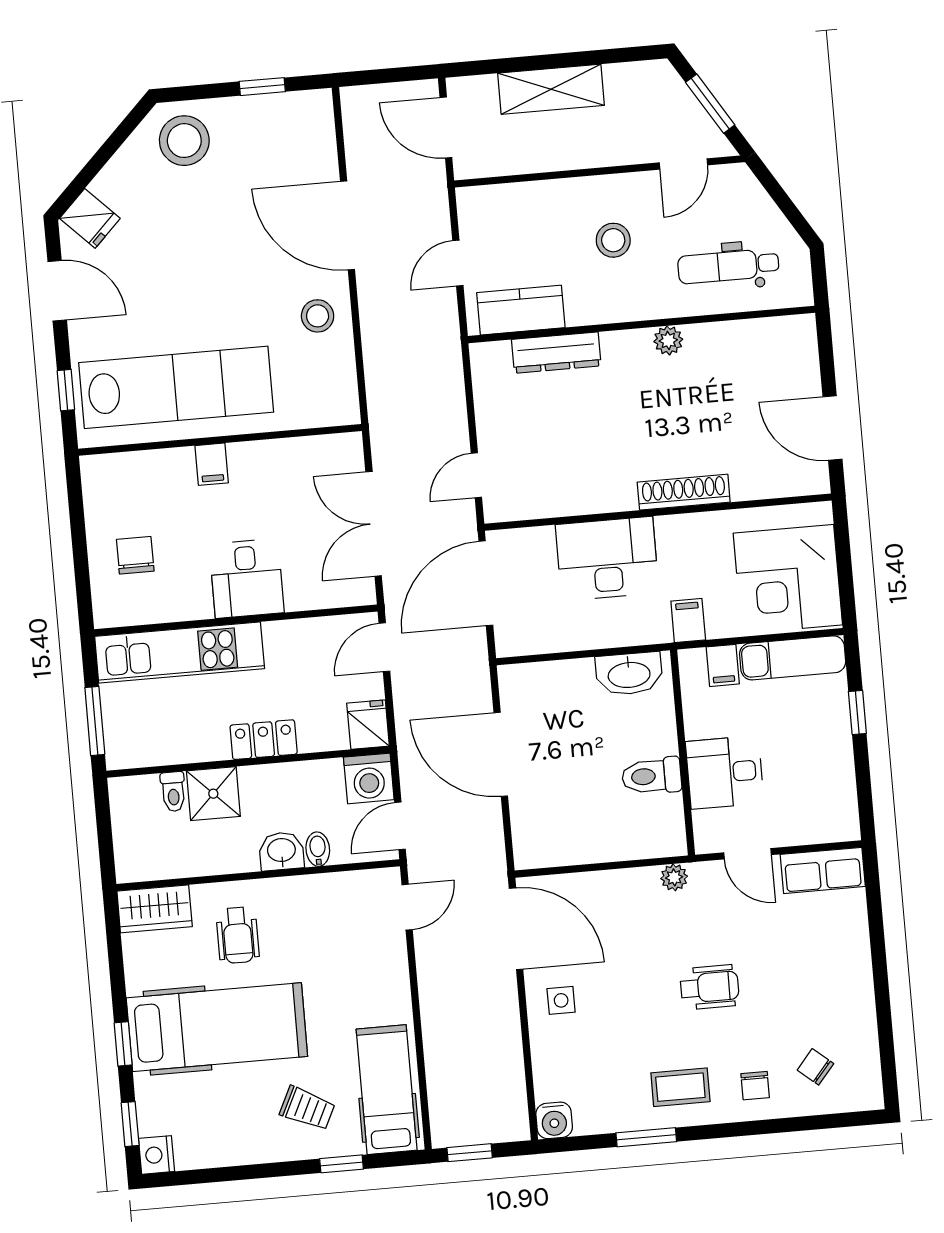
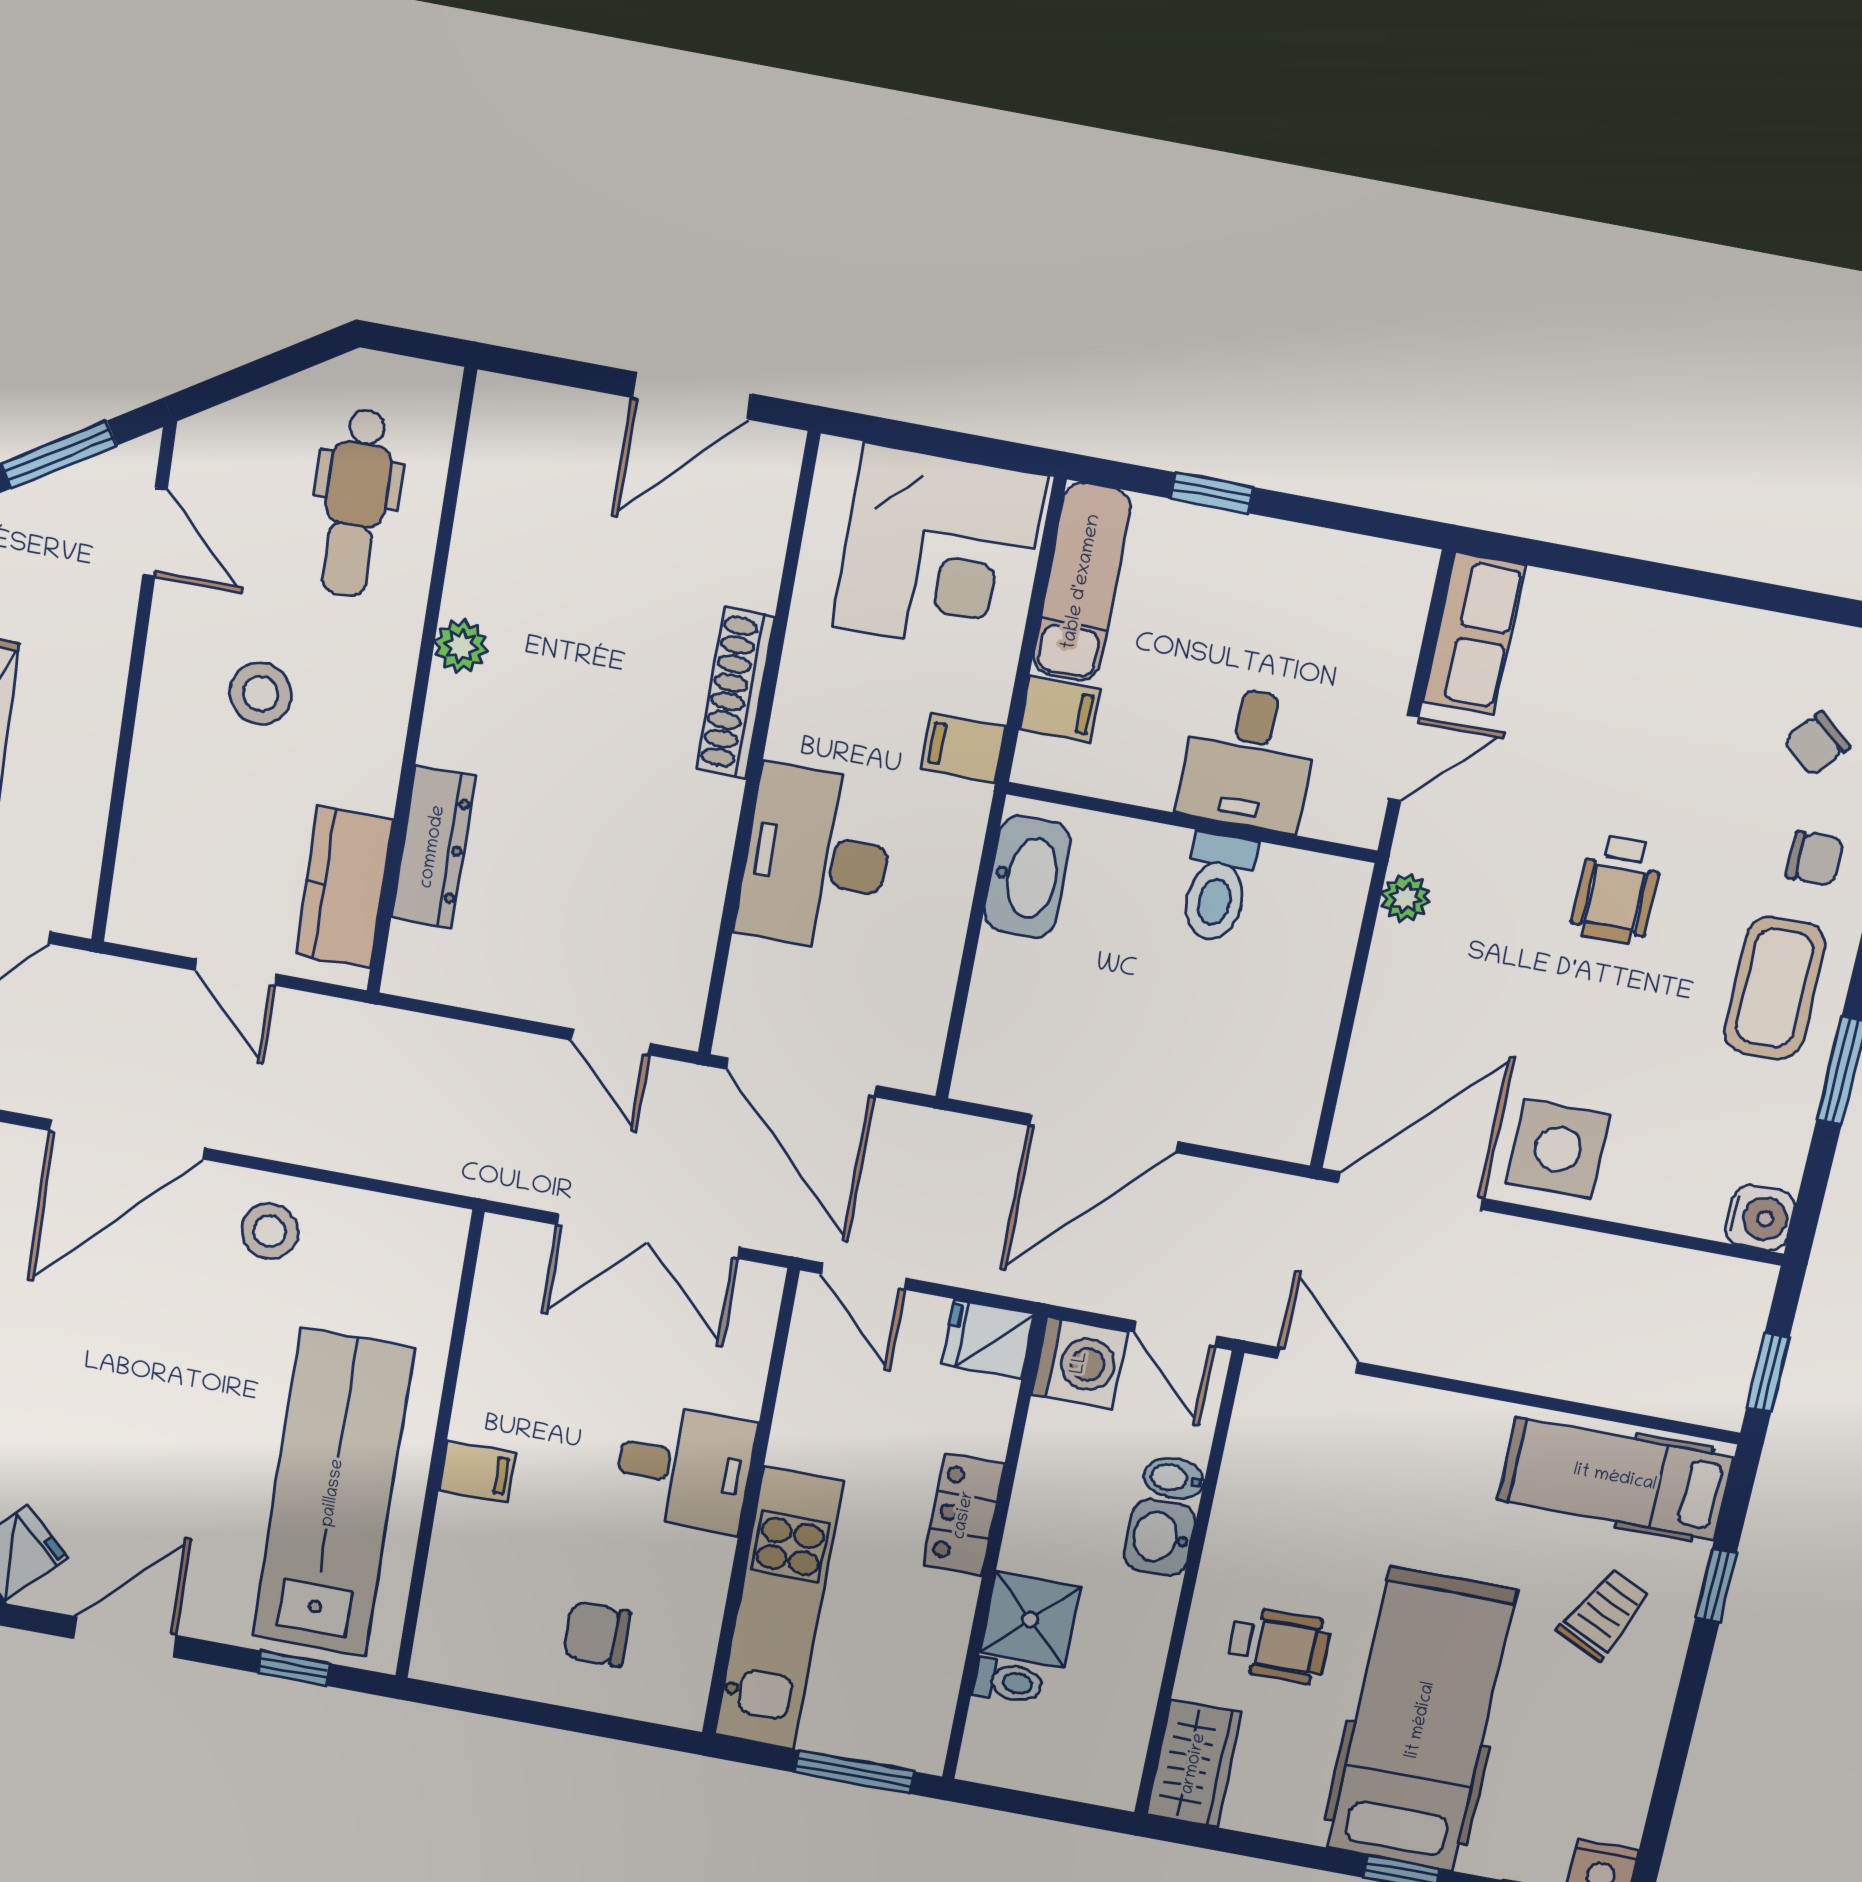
wheelchair: (710, 987) -> (1617, 890), turned 180
side table: (561, 1000) -> (1558, 1149), width x1.87, depth x1.87
coffee table: (680, 1087) -> (1774, 988), width x1.36, depth x1.30

